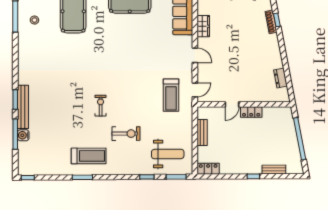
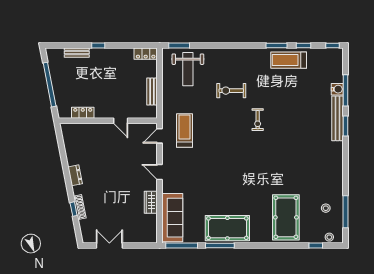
dresser: (280, 78) -> (75, 175), moved
door: (232, 104) -> (121, 121), swing flipped
locker: (251, 112) -> (83, 113), moved
weight bench: (168, 154) -> (188, 69), turned -90
treadmill: (89, 156) -> (289, 60), moved
window: (147, 177) -> (304, 45), moved

